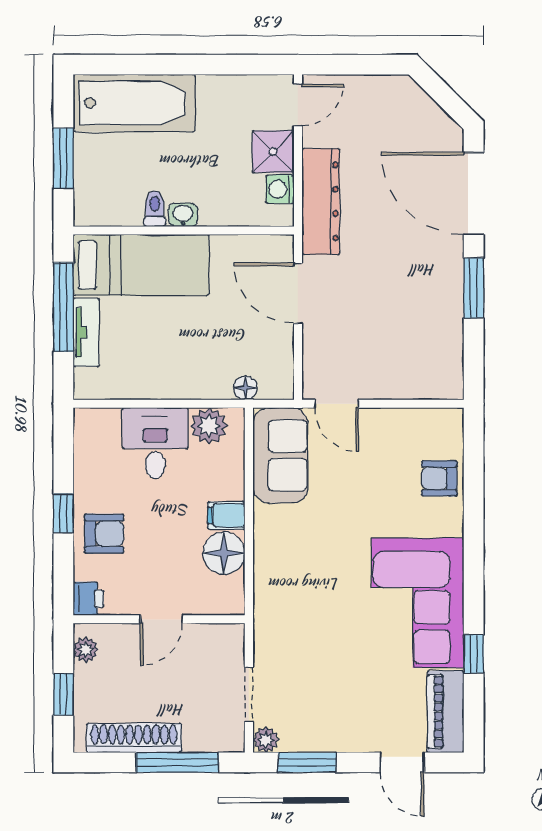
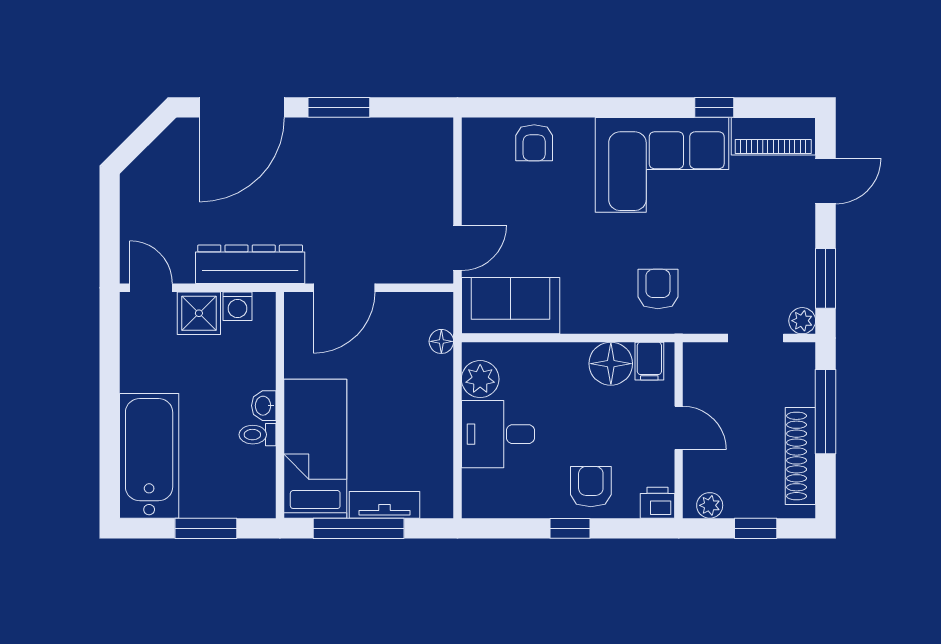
filing cabinet: (226, 515) -> (649, 361), moved
armchair: (297, 599) -> (658, 289), added

